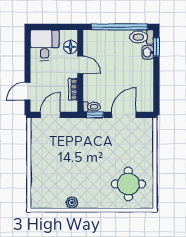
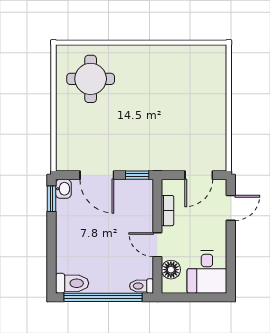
window: (156, 47) -> (51, 199), moved
washbasin: (148, 52) -> (63, 189), moved
toilet: (92, 107) -> (141, 286), moved
door: (124, 115) -> (97, 175), hinge flipped
plant: (72, 202) -> (169, 53), removed

